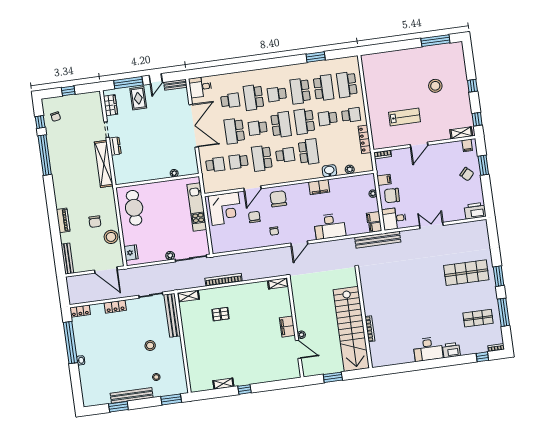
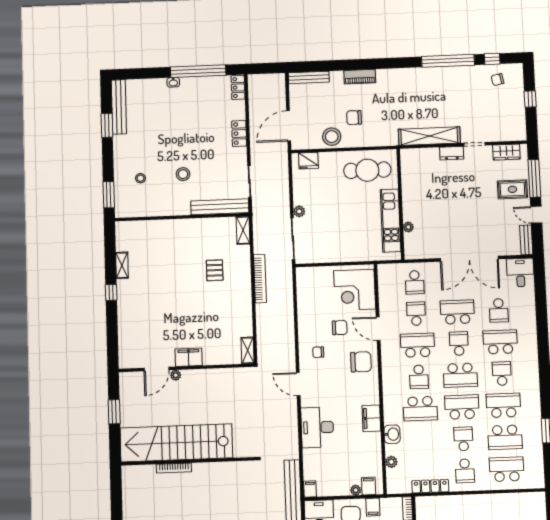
kitchen unit: (197, 207) -> (391, 221), moved, turned -90
filing cabinet: (373, 217) -> (369, 486), moved
bench: (132, 395) -> (119, 107), moved

